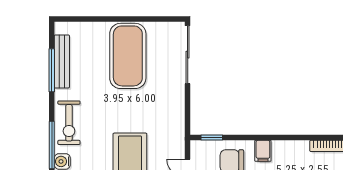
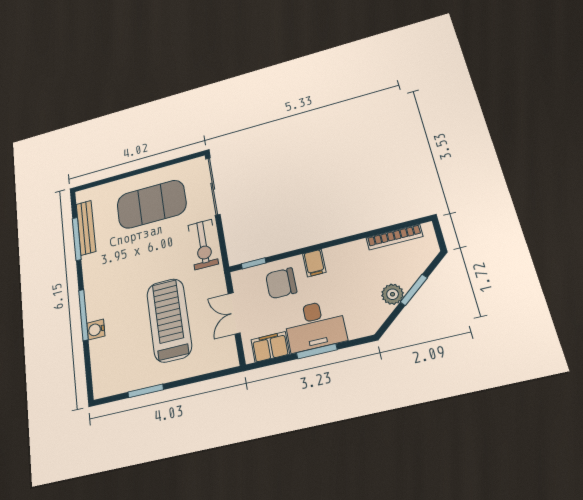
exercise mat: (128, 56) -> (151, 204), turned 90
exercise bike: (69, 123) -> (203, 244), moved

